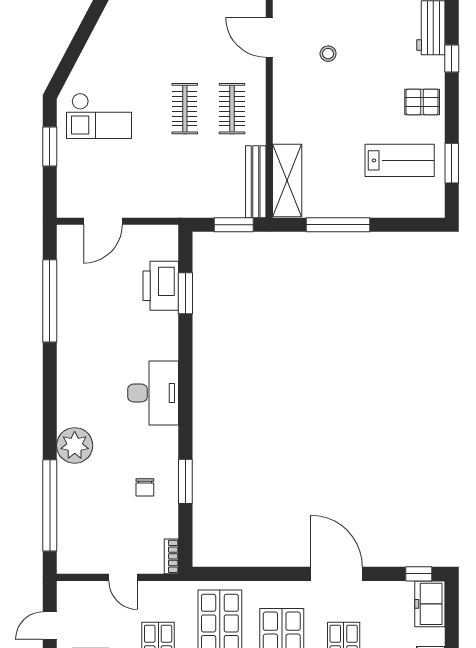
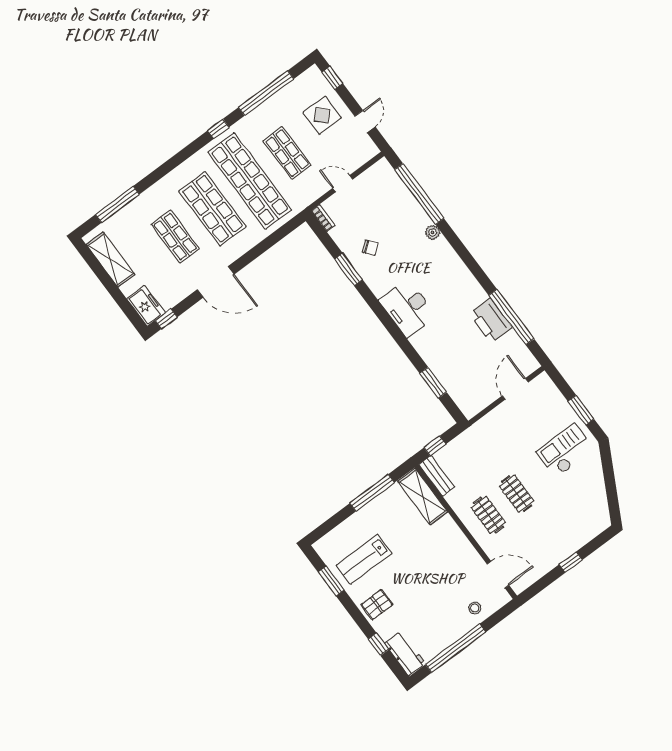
stool: (328, 54) -> (475, 608), moved
bench: (256, 182) -> (437, 476), width x0.73
window: (234, 225) -> (435, 446), width x0.67
printer: (161, 286) -> (491, 321), moved, turned 180
plant: (75, 445) -> (433, 232), width x0.53, depth x0.53
chair: (145, 487) -> (370, 248), turned 141

